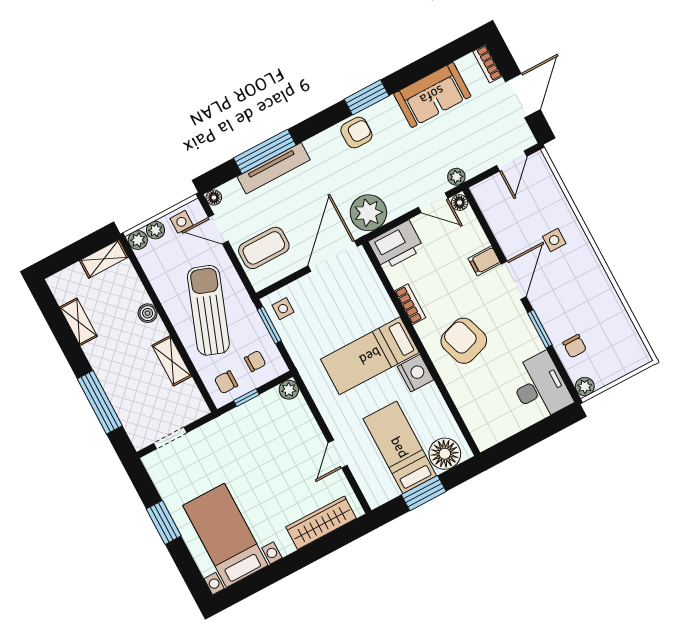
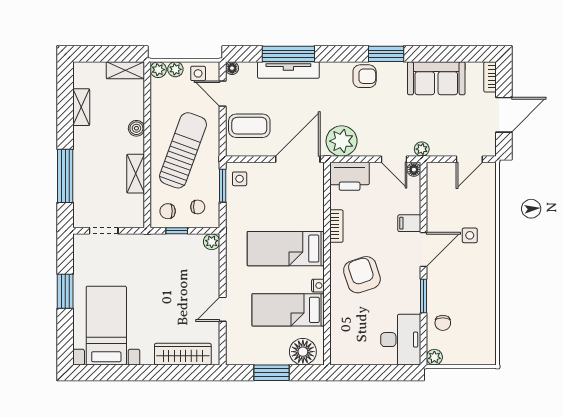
nightstand: (415, 373) -> (318, 286), width x0.53, depth x0.56
bed: (400, 447) -> (288, 310), moved, turned -90

